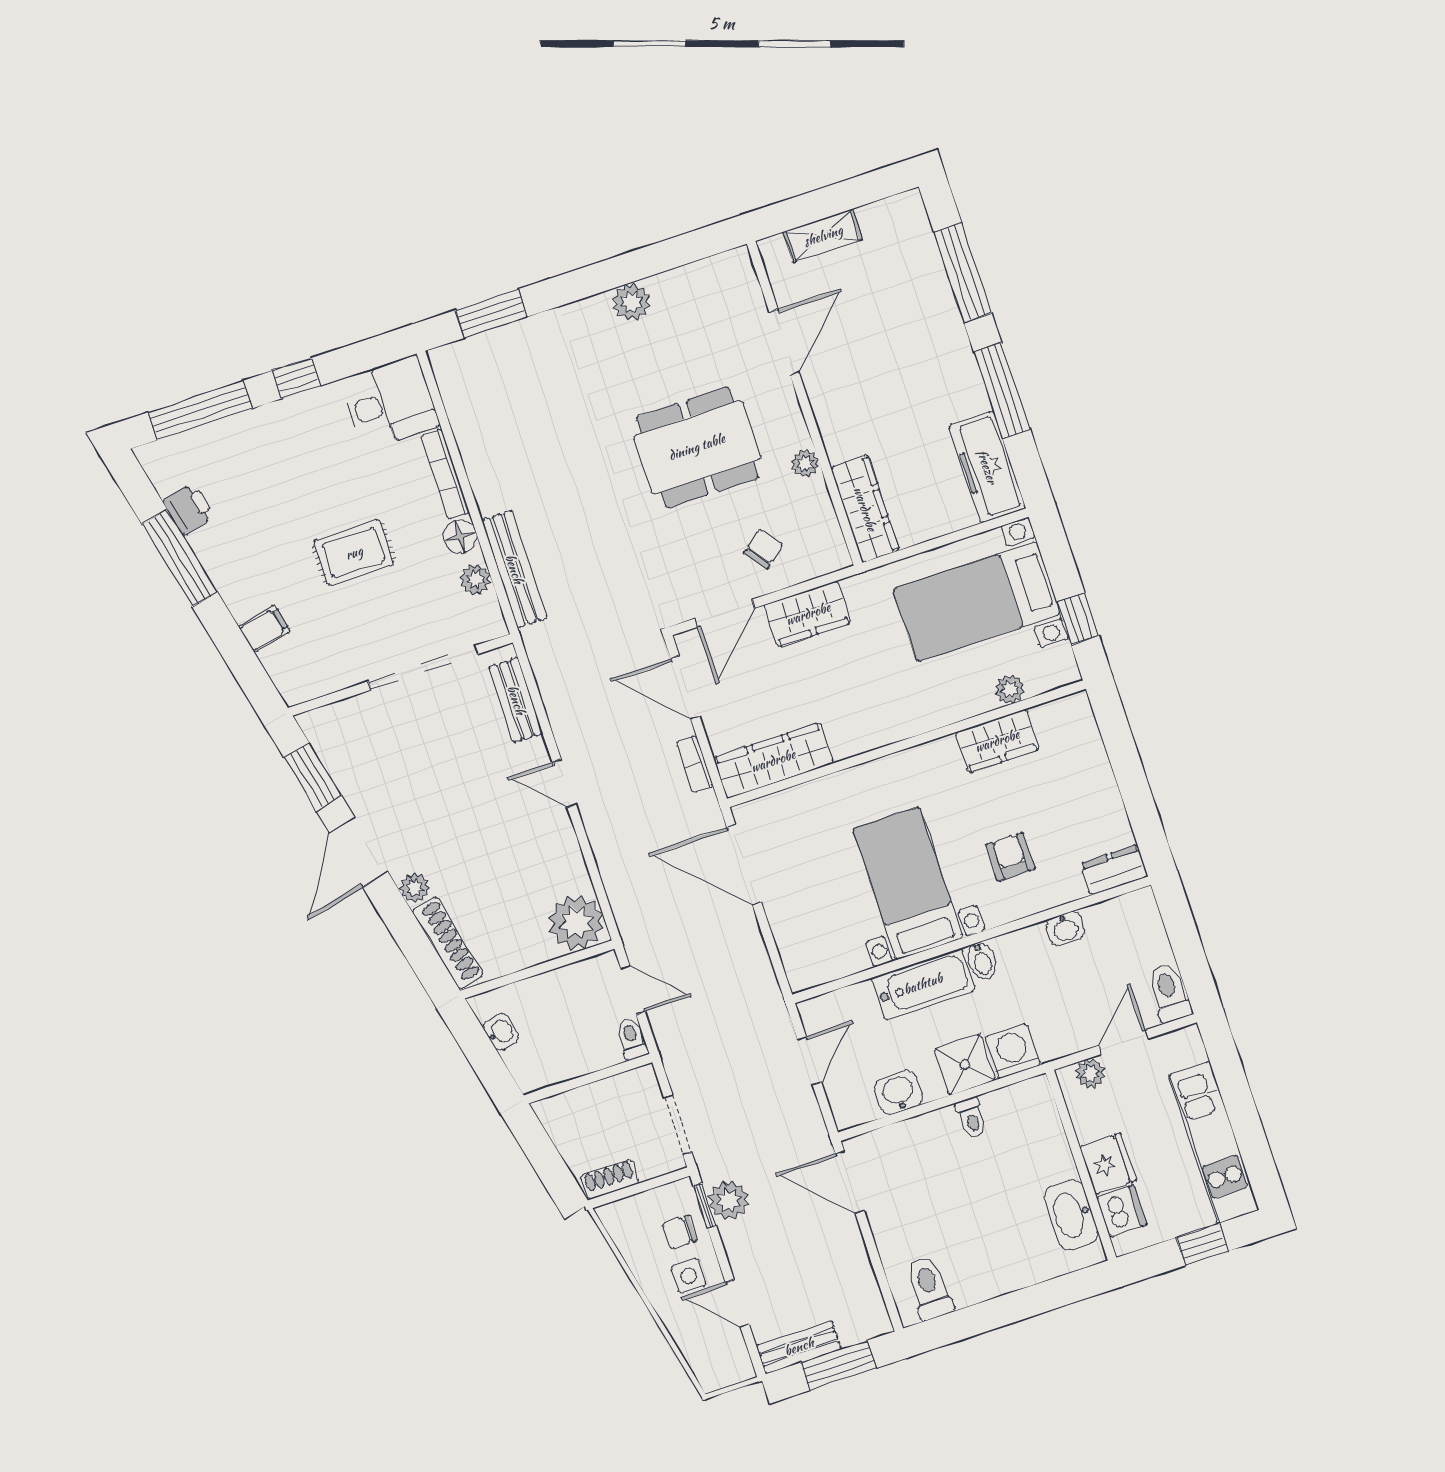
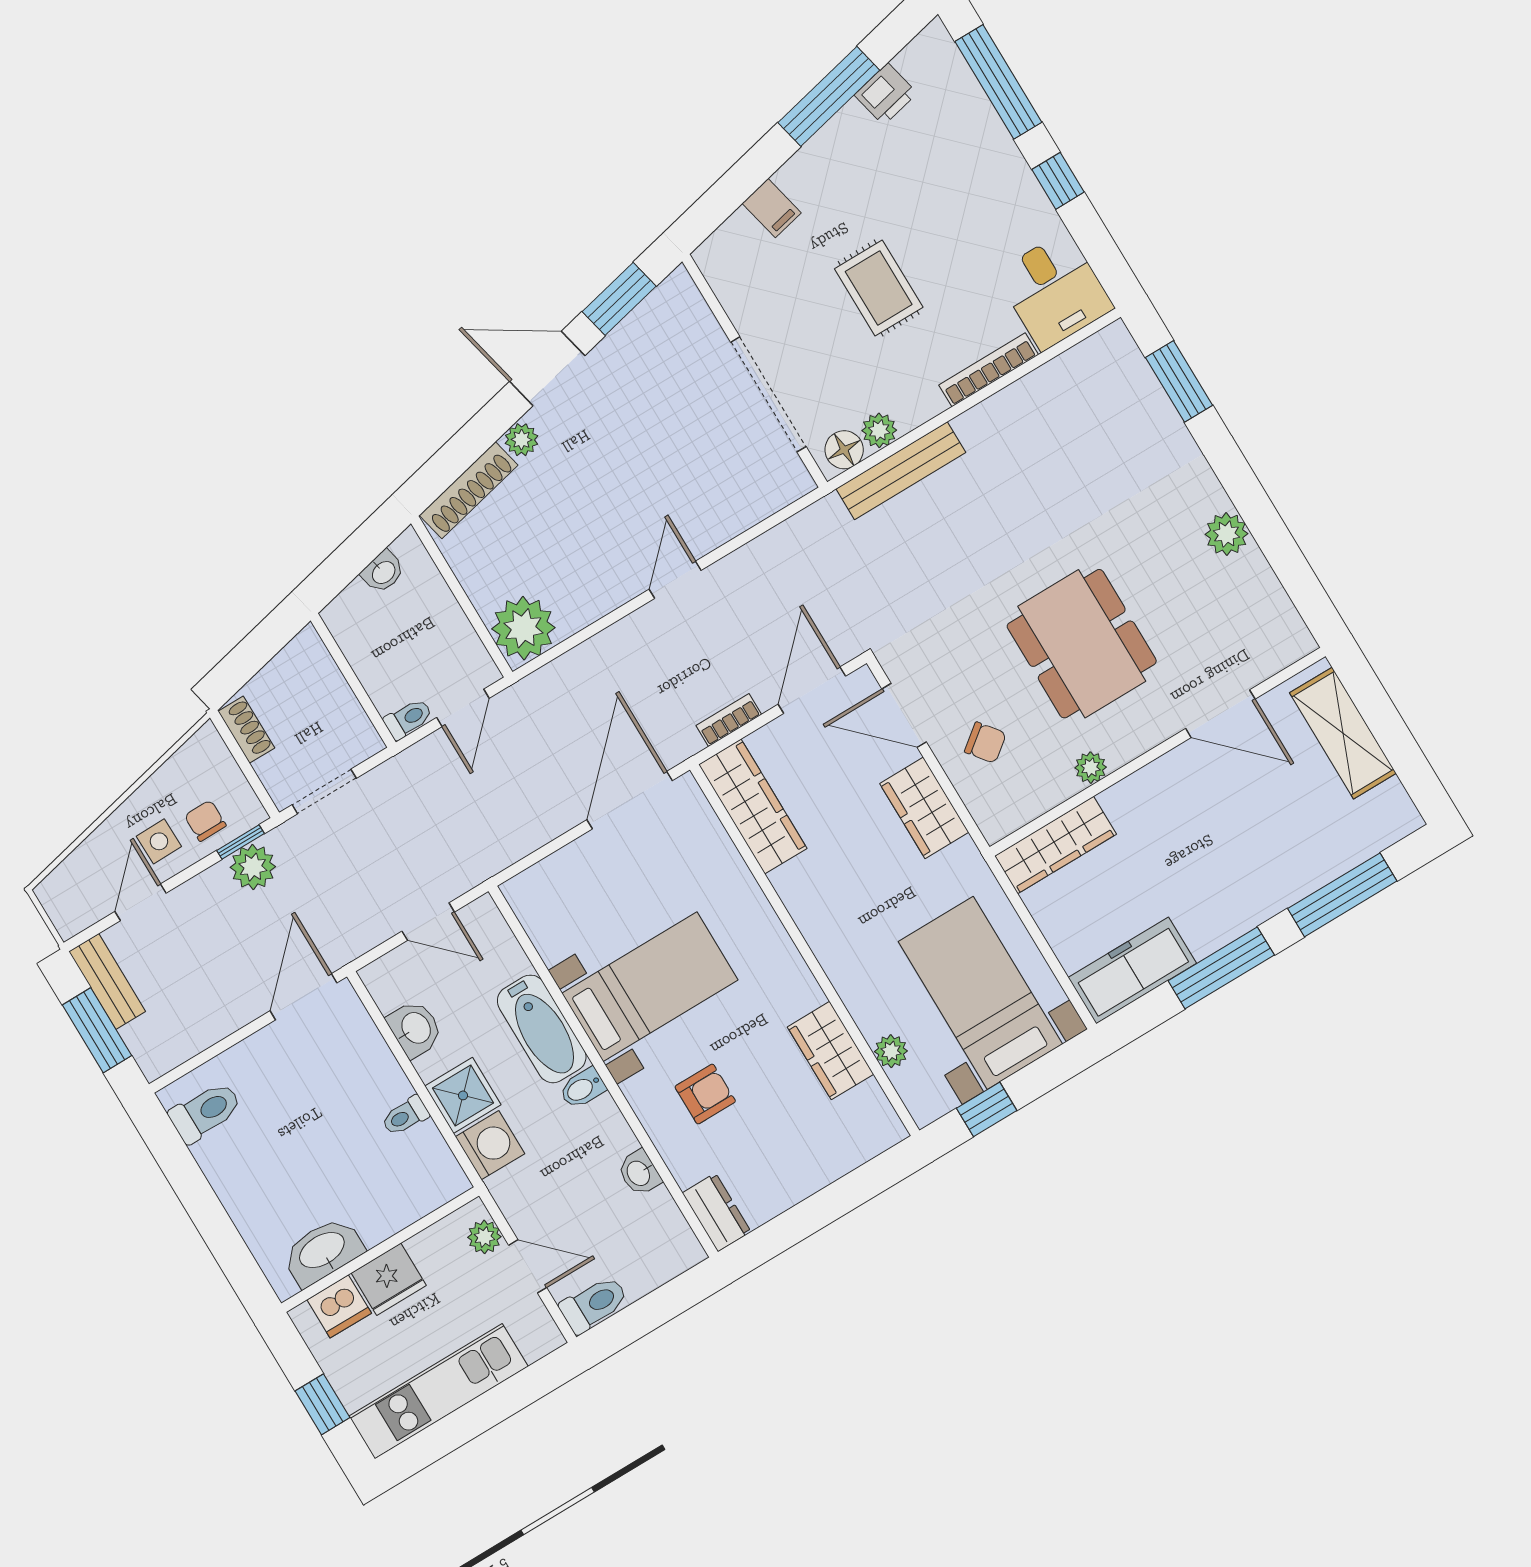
shelving: (823, 236) -> (1343, 733), width x1.50, depth x1.33
floor lamp: (460, 537) -> (844, 450), moved
bench: (516, 700) -> (755, 505), removed

